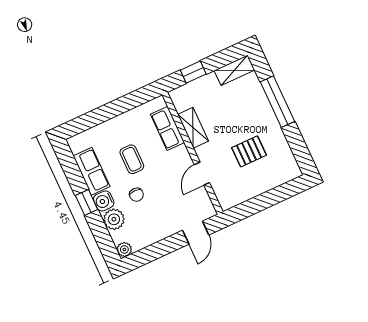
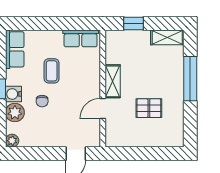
row of seats: (167, 128) -> (81, 38), moved, turned -90
shelving: (193, 128) -> (113, 81), moved
row of seats: (92, 171) -> (15, 49), moved

